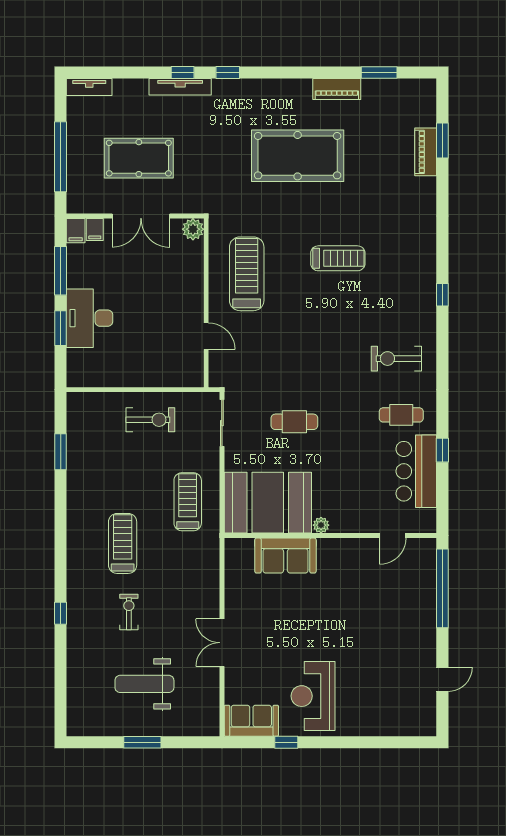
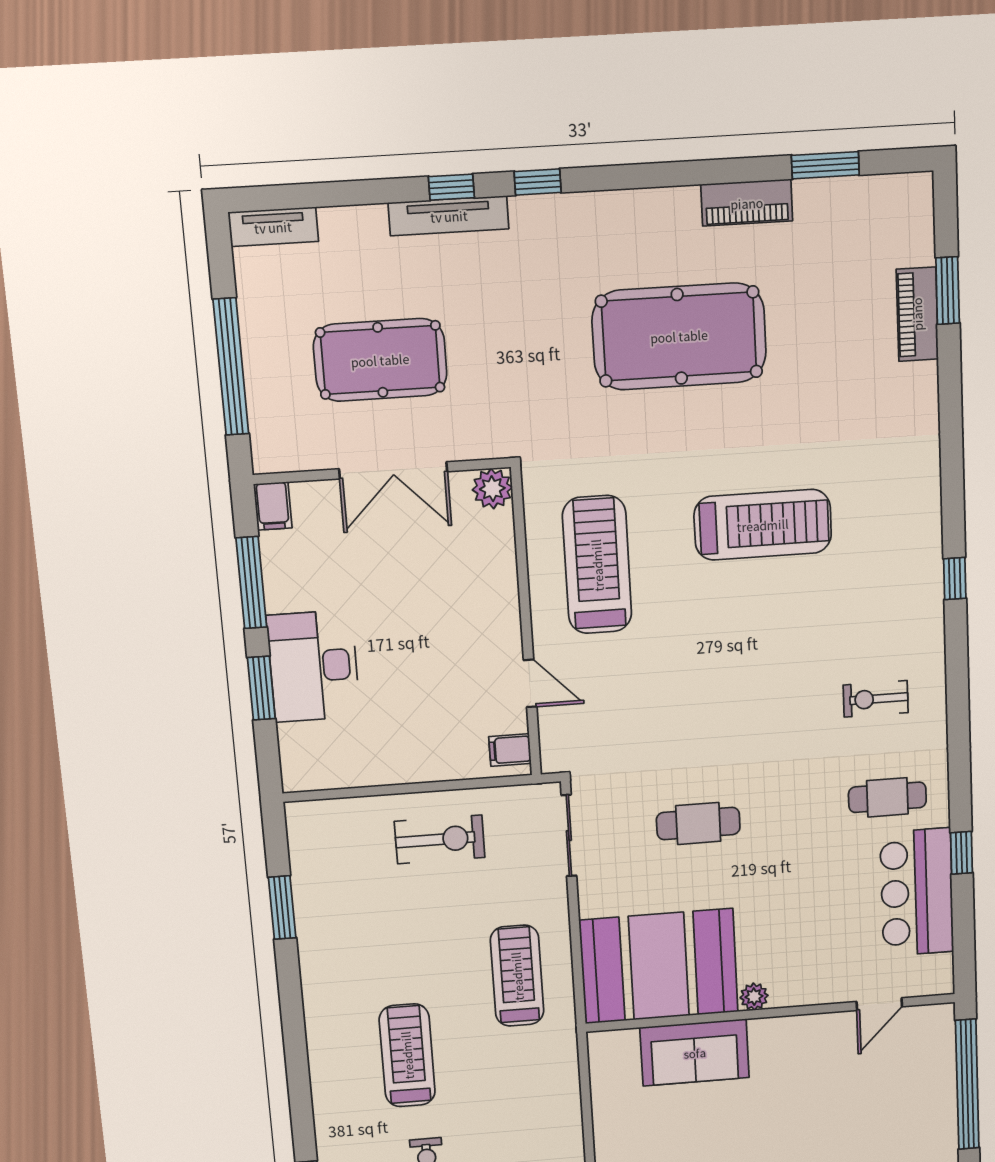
filing cabinet: (95, 230) -> (510, 750), moved, turned 90
treadmill: (338, 258) -> (763, 525), width x1.37, depth x1.38
exercise bike: (396, 359) -> (876, 699), width x0.73, depth x0.72

